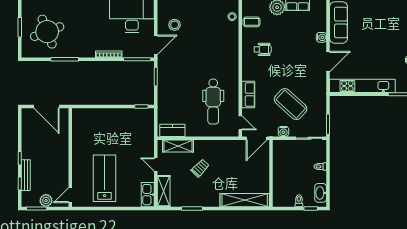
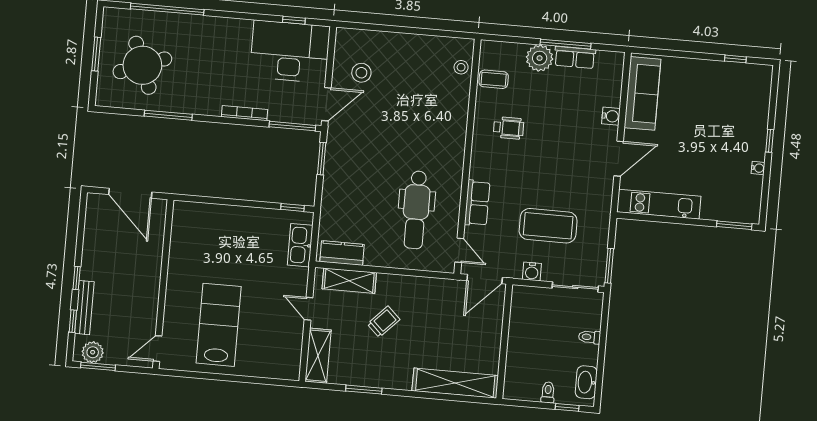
kitchen unit: (362, 86) -> (659, 204), width x0.73
coffee table: (291, 104) -> (548, 226), turned -42
kitchen sink: (148, 195) -> (300, 245), moved
plant: (46, 201) -> (93, 352), moved

